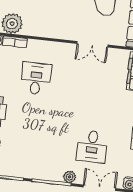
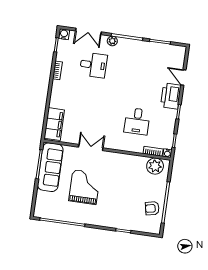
desk: (92, 146) -> (93, 65), turned 90

